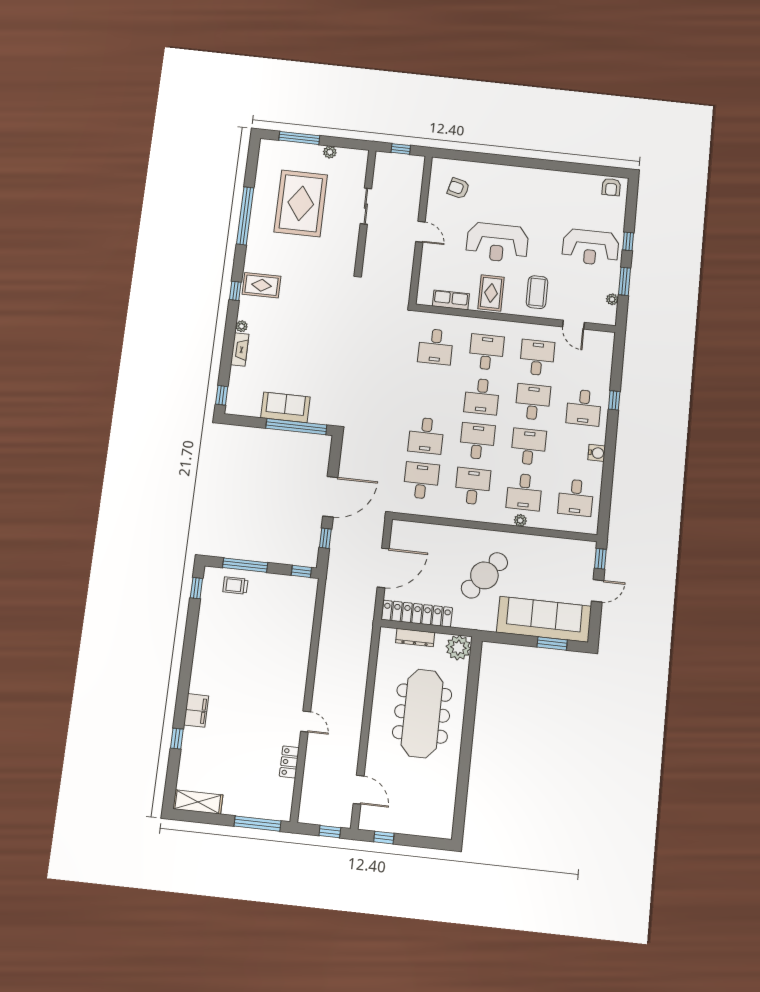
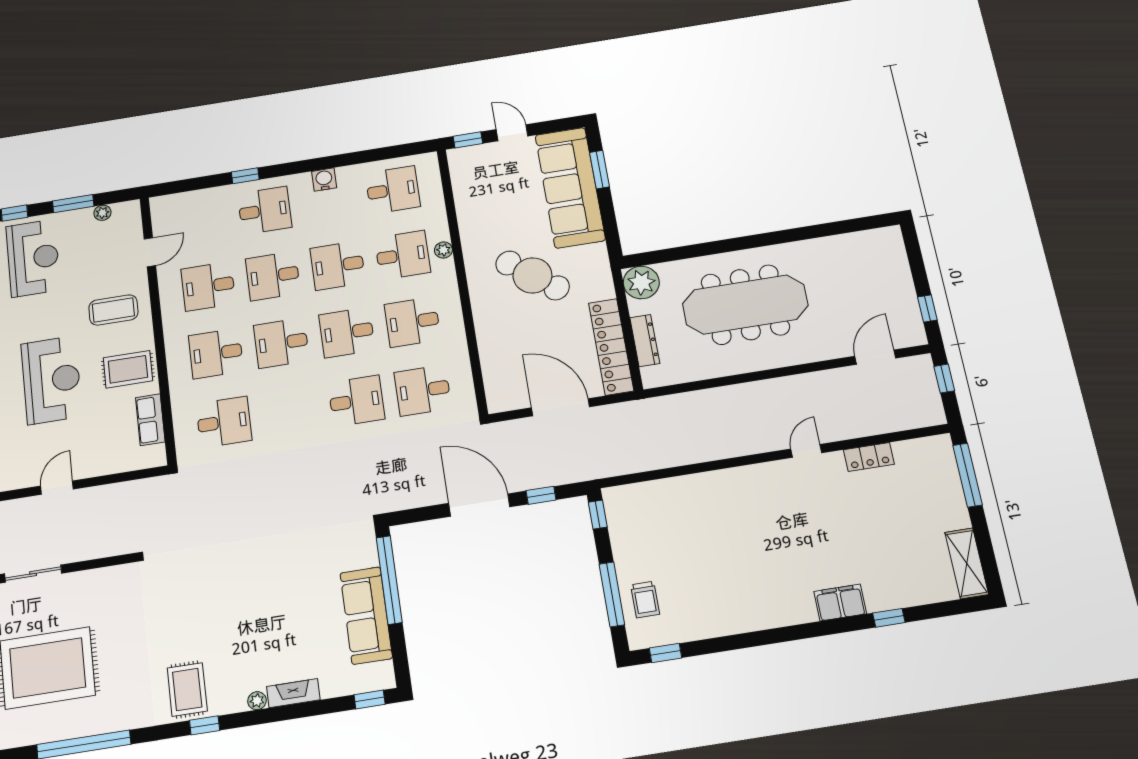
desk: (482, 396) -> (281, 343), turned 180
sofa: (285, 407) -> (366, 615), width x1.36

